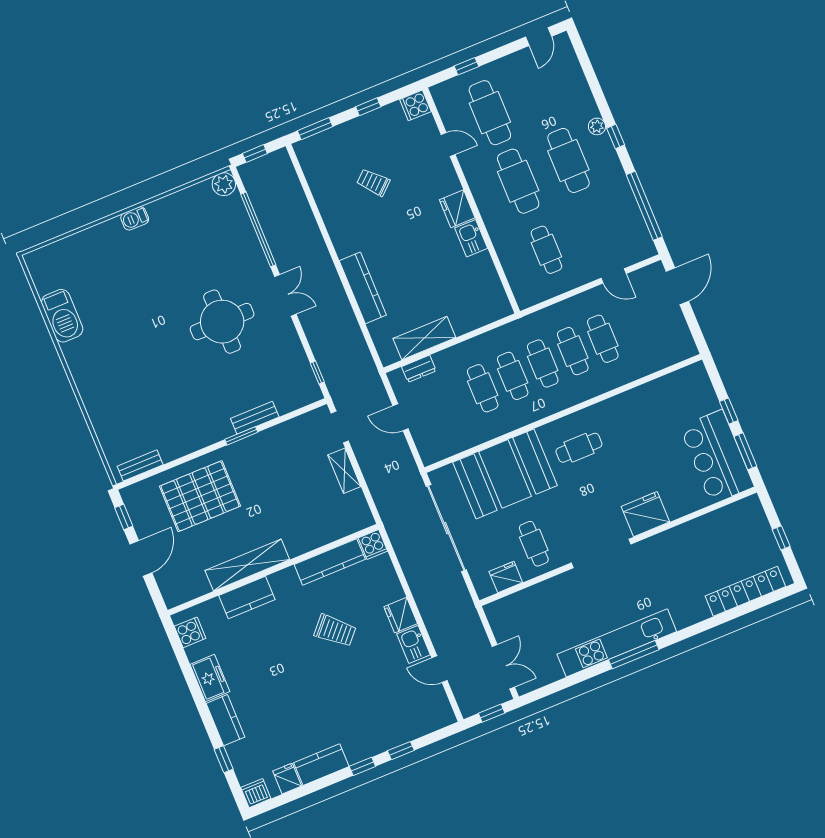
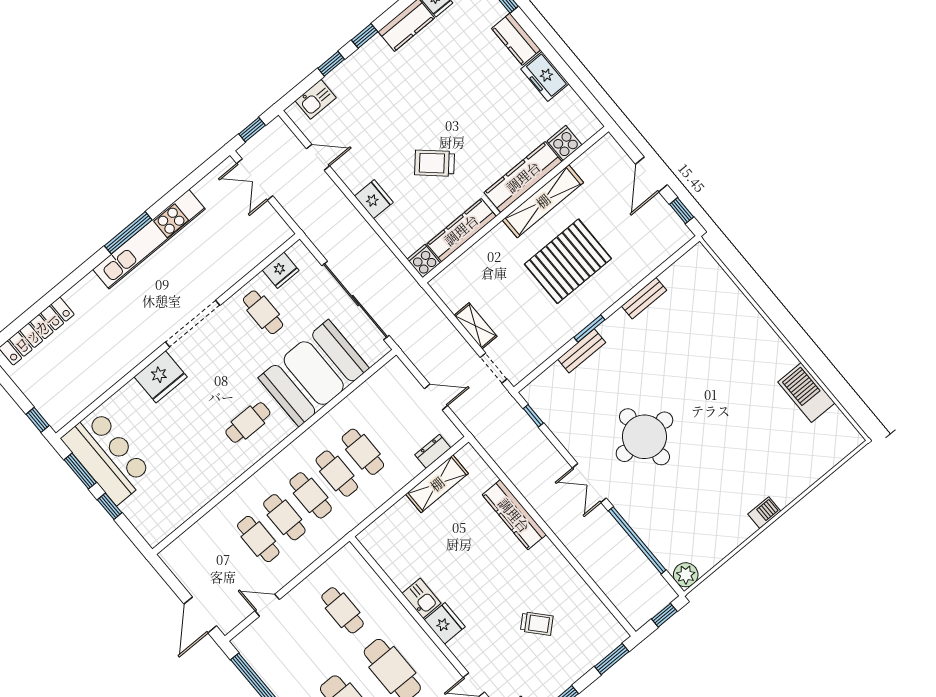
bench: (140, 465) -> (644, 298), moved
pallet: (200, 496) -> (568, 261), moved
window: (781, 538) -> (38, 420), moved
kitchen counter: (247, 598) -> (523, 177), width x1.50
cooker: (190, 632) -> (564, 143), moved, turned 90
kitchen sink: (413, 644) -> (316, 99), moved, turned 90

